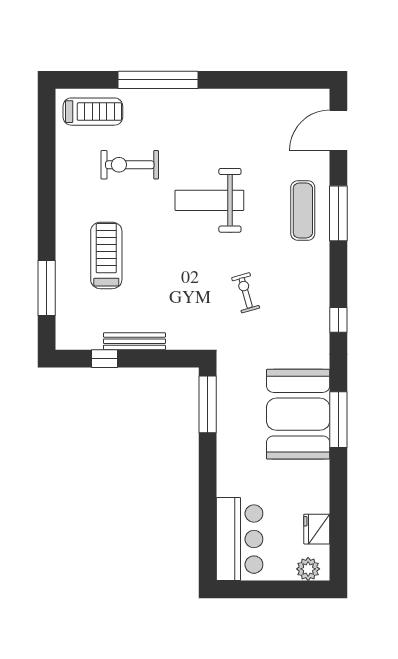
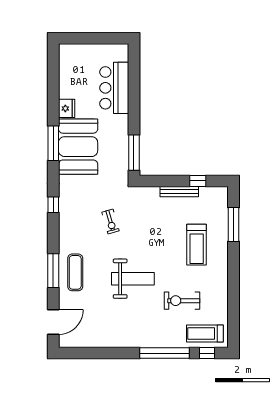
window: (89, 80) -> (207, 353), added
exercise bike: (130, 165) -> (182, 301), turned 180
fridge: (317, 529) -> (67, 108), moved
bar counter: (240, 539) -> (114, 88), moved
plant: (308, 569) -> (72, 51), removed

